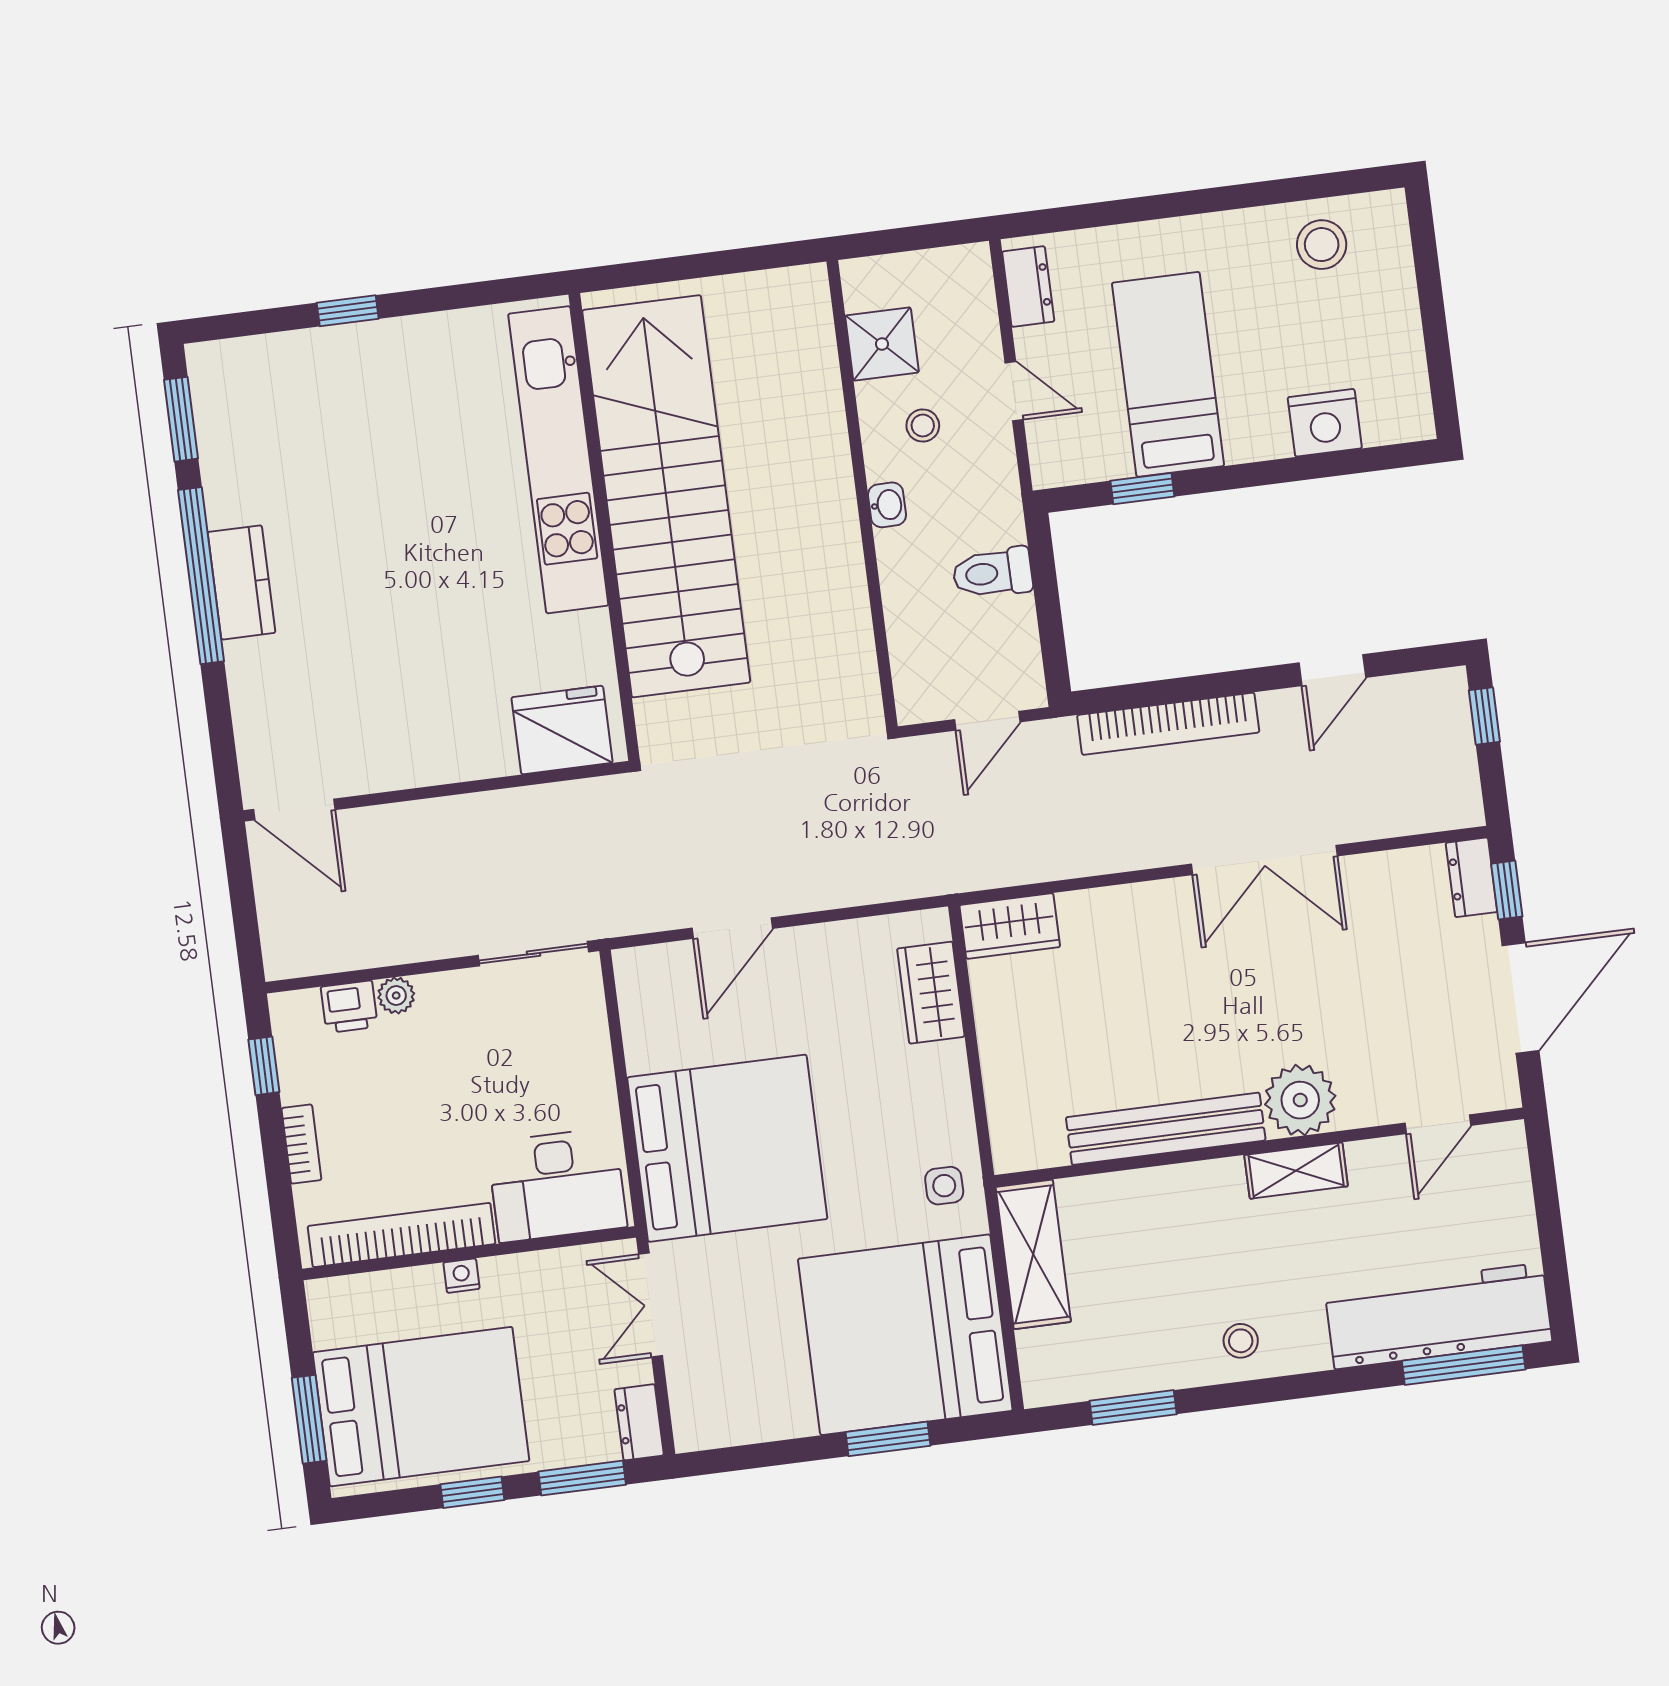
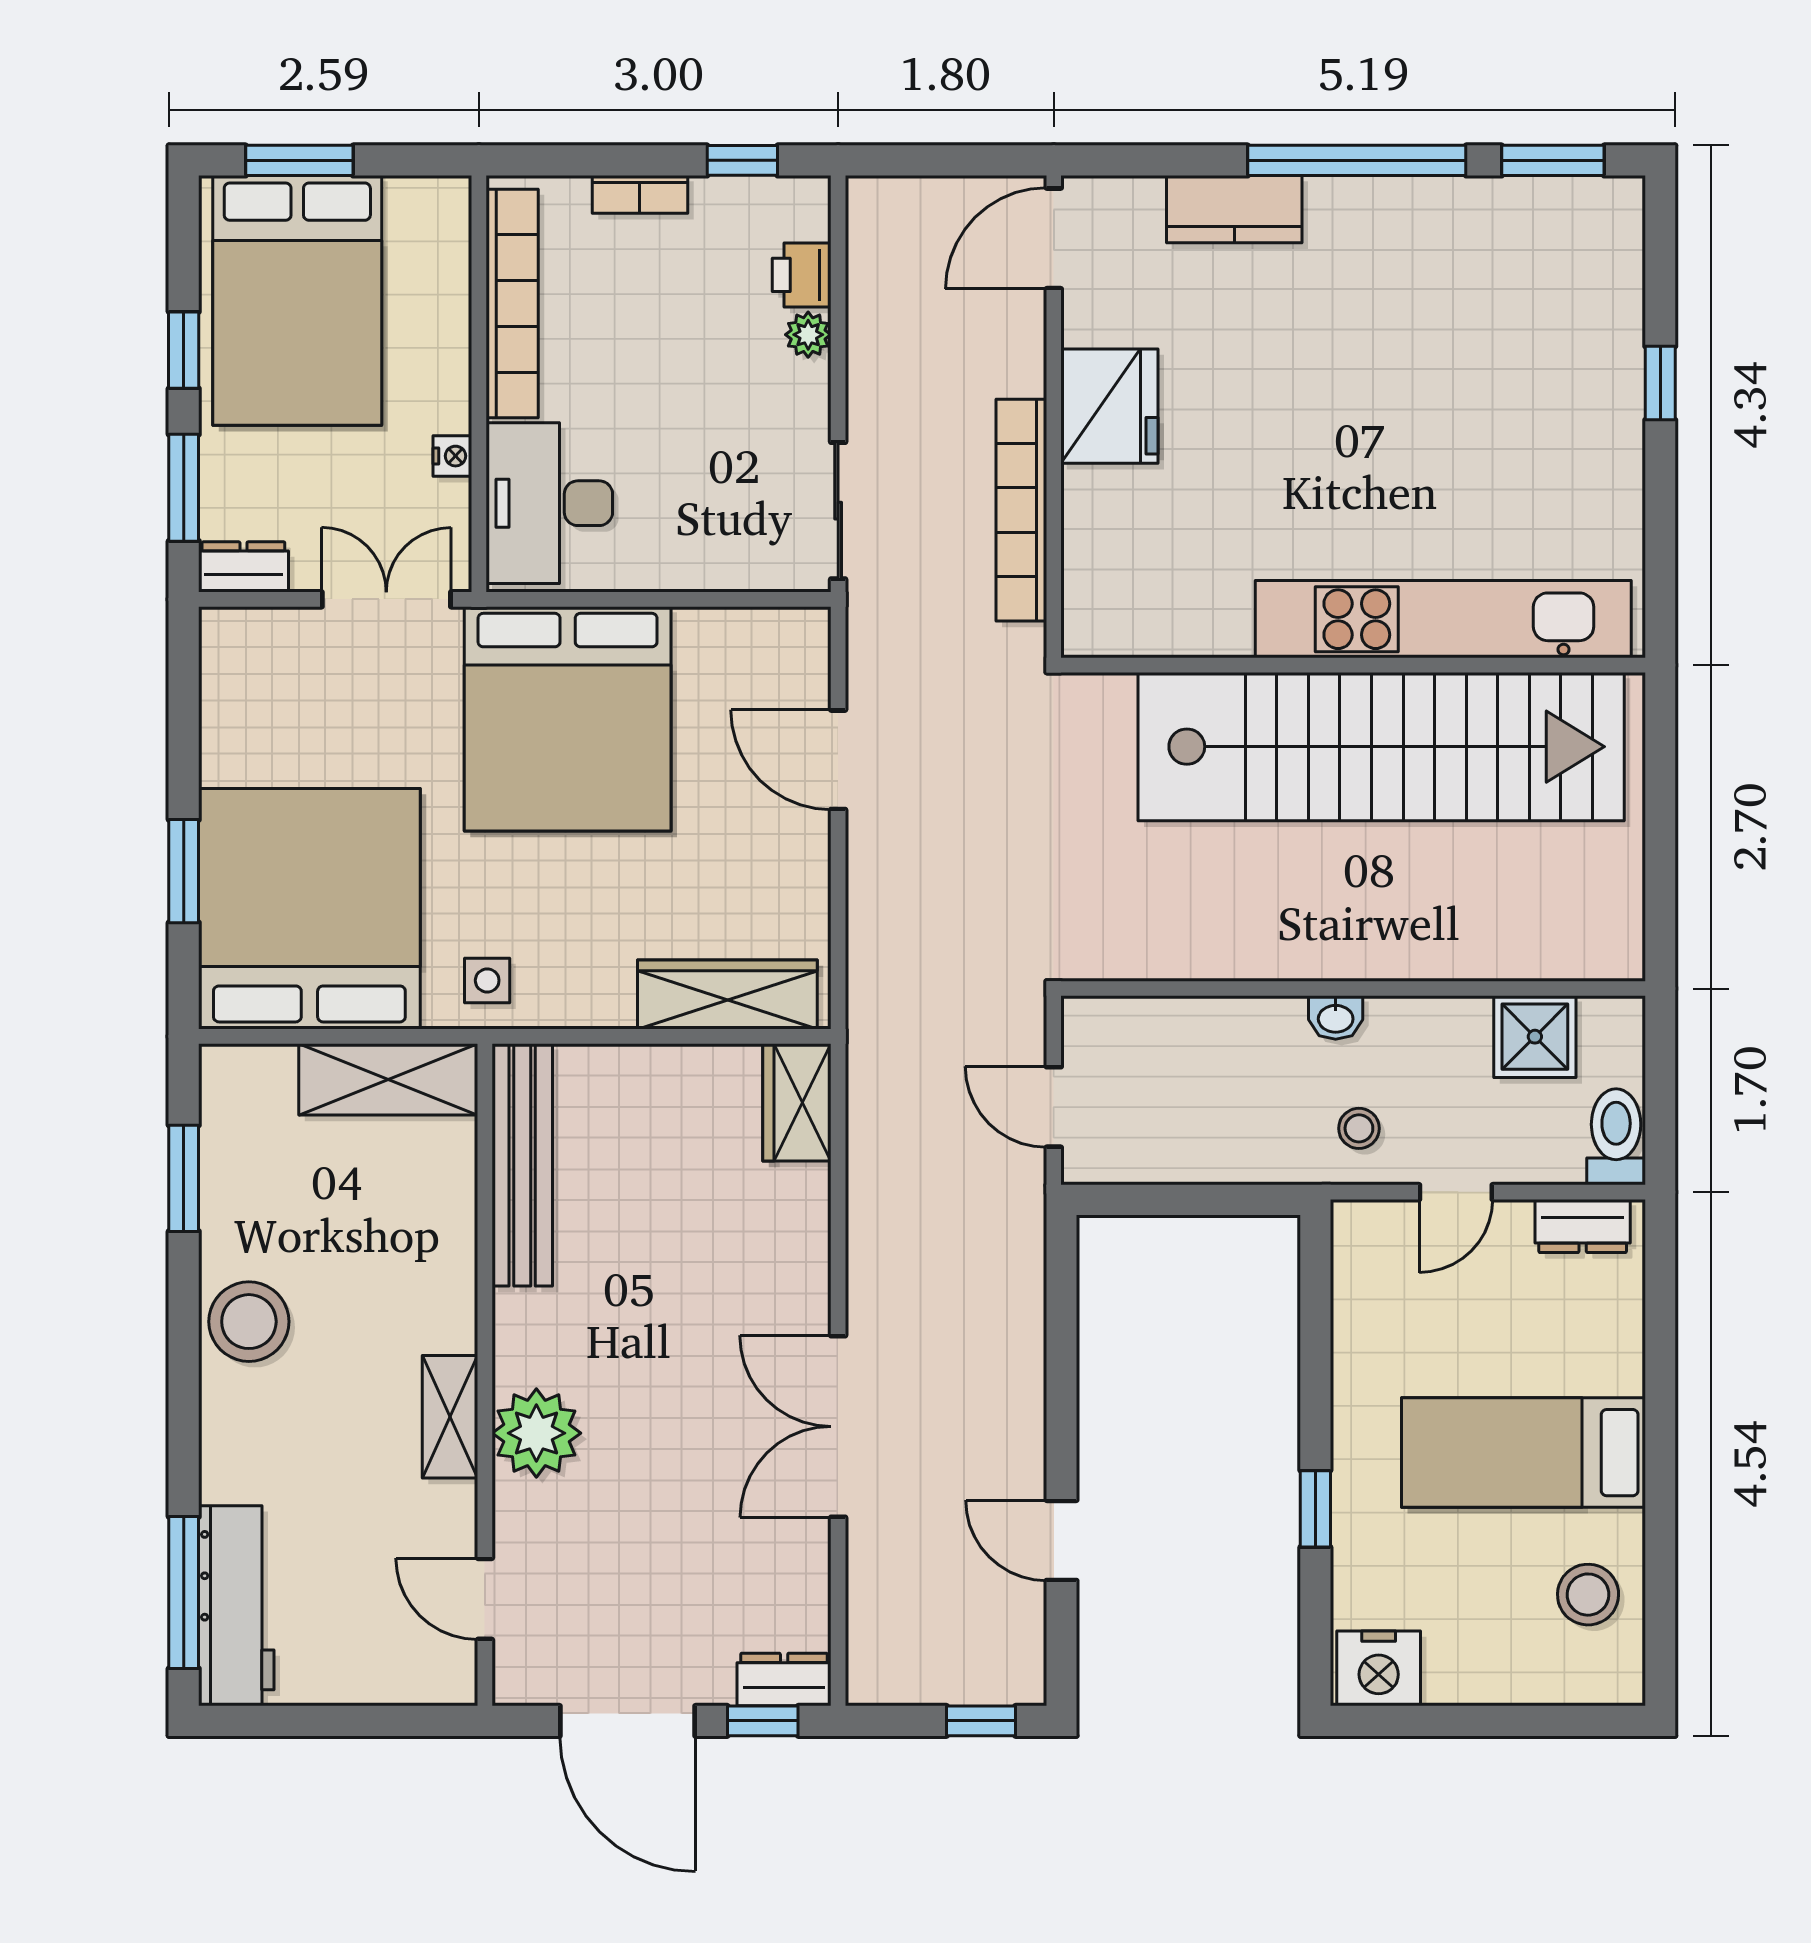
bed: (1168, 374) -> (1523, 1453), moved, turned 180
nightstand: (1325, 423) -> (1379, 1668), moved, turned -90
stool: (923, 426) -> (1359, 1128), moved
window: (1142, 489) -> (1315, 1509), moved
toilet: (992, 573) -> (1616, 1137), moved
kitchen counter: (241, 582) -> (1234, 209), moved
bookcase: (1168, 724) -> (1021, 510), moved
fridge: (562, 730) -> (1109, 406), moved
wardrobe: (931, 993) -> (727, 995), width x1.50
bench: (1166, 1129) -> (522, 1165), moved
nightstand: (461, 1276) -> (452, 456), moved
workbench: (1438, 1316) -> (236, 1606), width x0.73, depth x0.76
stool: (1241, 1341) -> (249, 1322), width x1.89, depth x1.89

